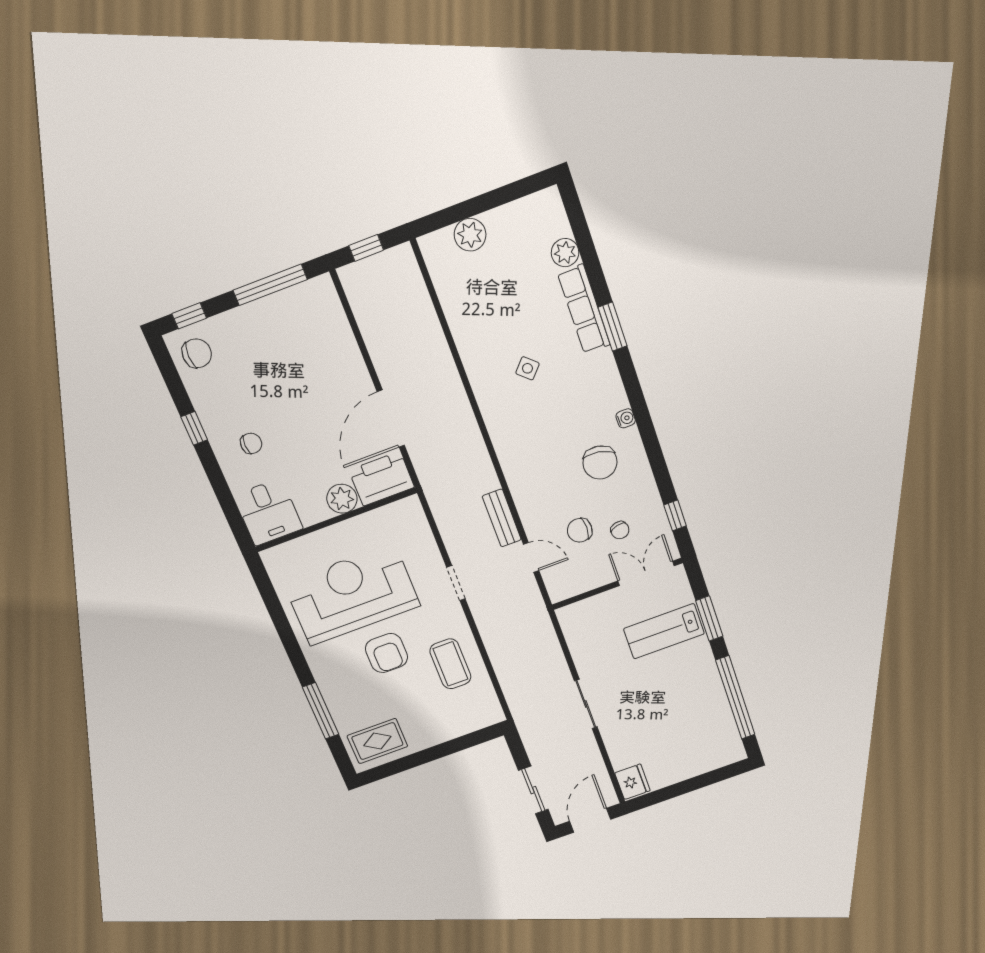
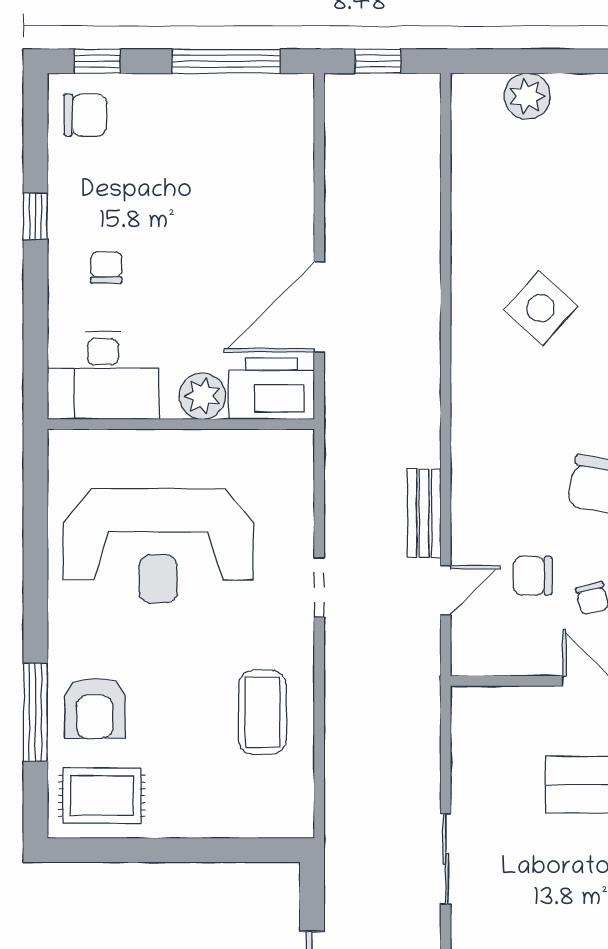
side table: (527, 368) -> (541, 308), width x1.87, depth x1.87
chair: (251, 443) -> (106, 268), turned -90
desk: (268, 512) -> (103, 375), width x1.37
door: (531, 557) -> (446, 590), hinge flipped
reception desk: (352, 594) -> (158, 546), turned 180
armchair: (386, 653) -> (95, 708), moved

